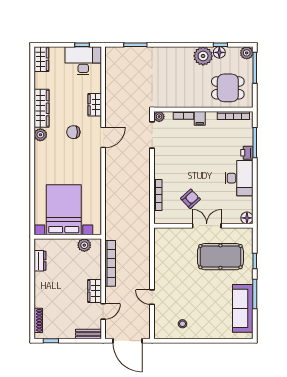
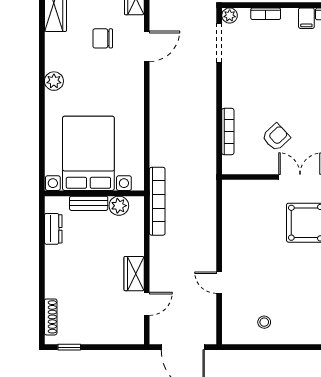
filing cabinet: (200, 118) -> (306, 18), moved
plant: (40, 135) -> (54, 81), moved
bookcase: (110, 263) -> (157, 201), moved
bench: (88, 334) -> (89, 203), moved

